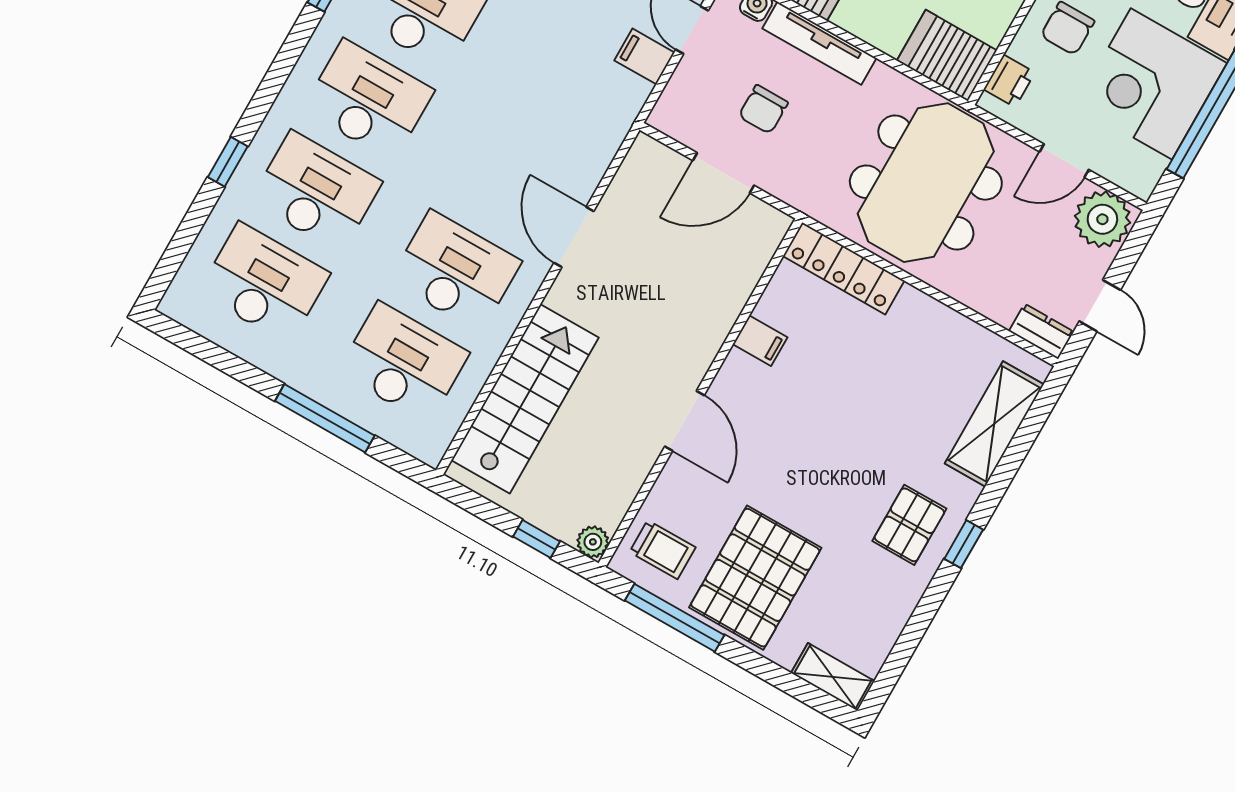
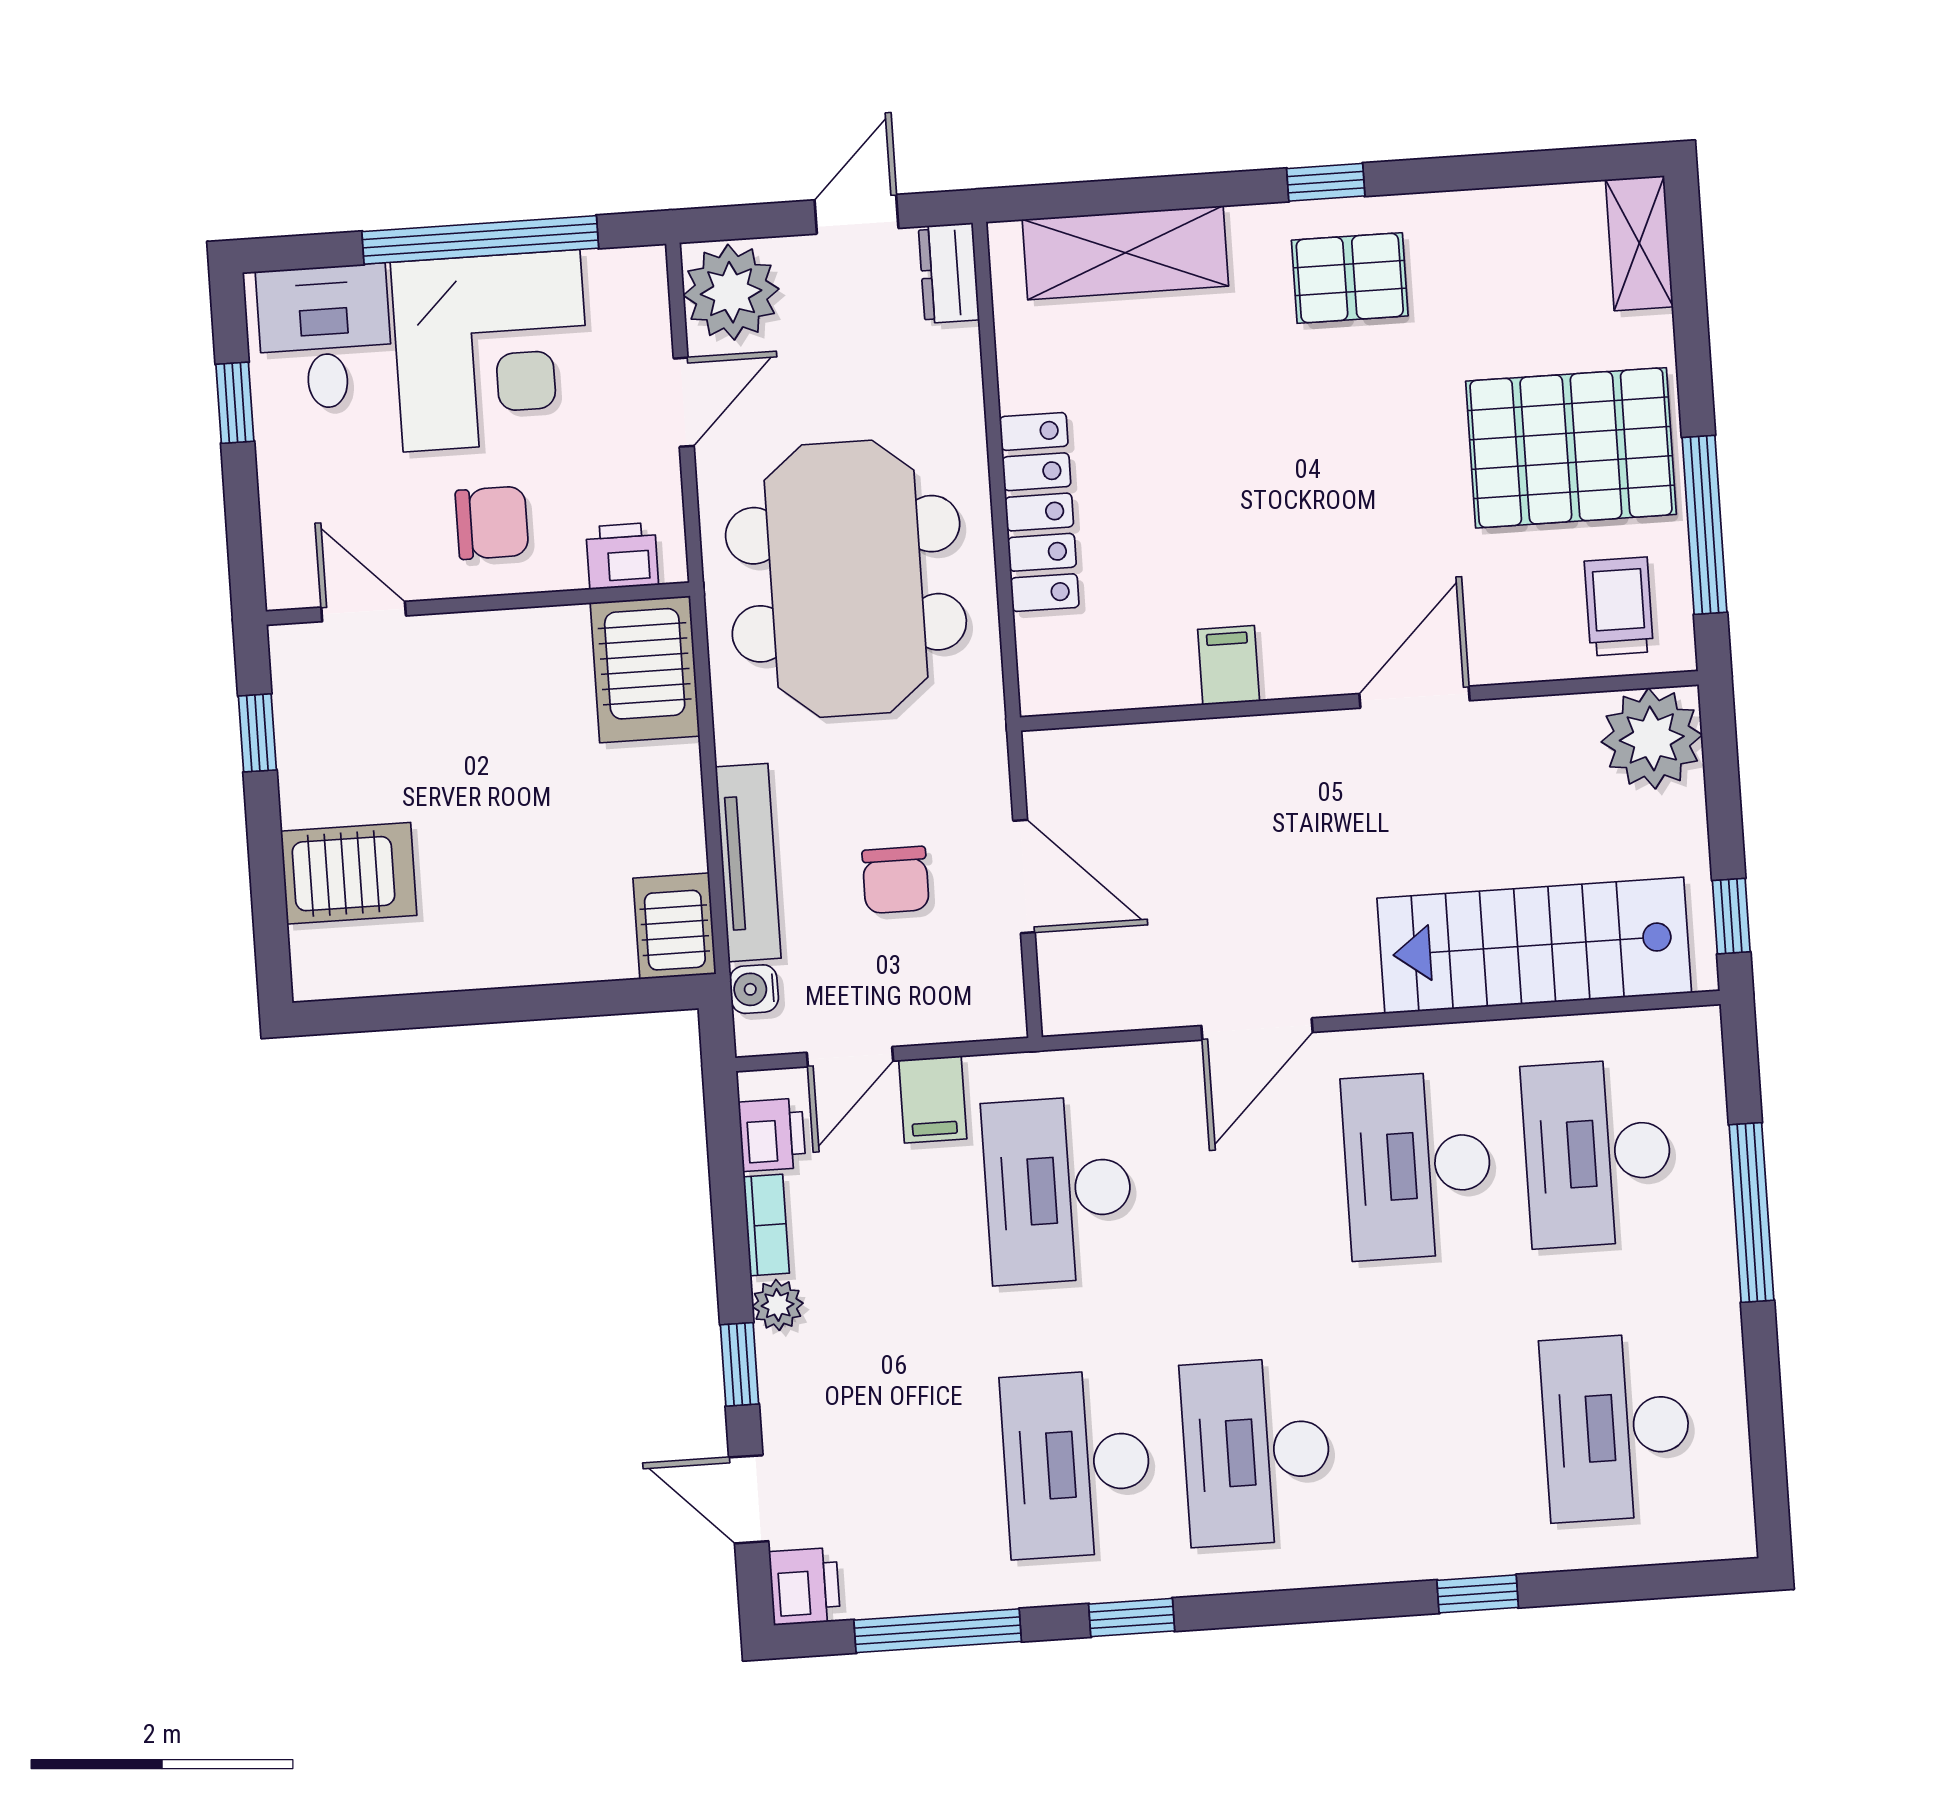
chair: (763, 109) -> (896, 880), turned 90
door: (1064, 161) -> (684, 402), hinge flipped
meeting table: (926, 183) -> (846, 579), turned 90
desk: (316, 192) -> (1058, 1190), moved
locker: (844, 268) -> (1039, 512), moved
window: (536, 539) -> (1731, 916), moved
plant: (593, 542) -> (1652, 738), width x1.88, depth x1.88

